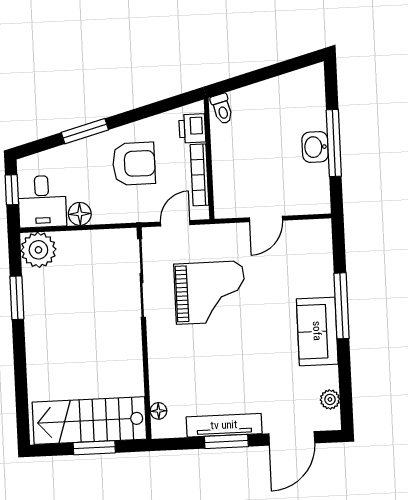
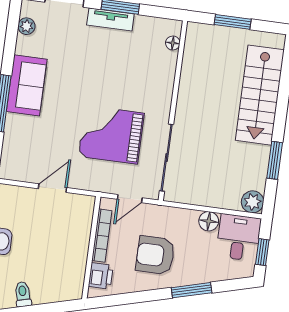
toilet: (222, 109) -> (23, 294), moved
plant: (38, 250) -> (253, 202), width x0.73, depth x0.73
stairs: (89, 421) -> (260, 95), moved, turned 90
tv unit: (224, 425) -> (110, 19), width x0.71

